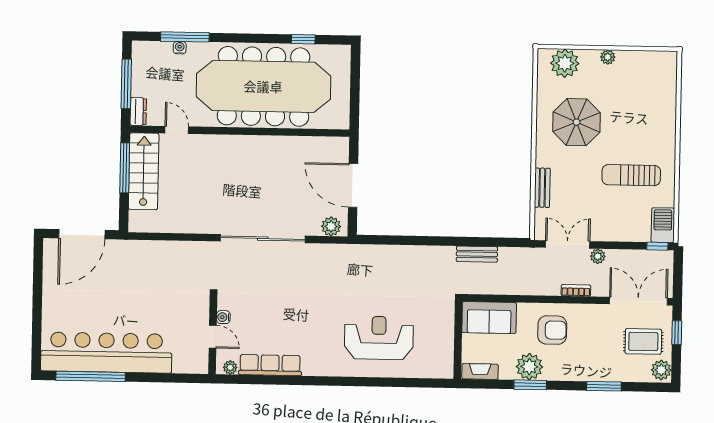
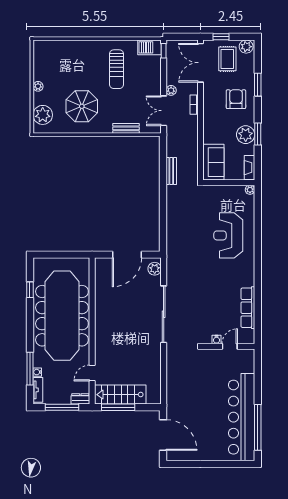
tv unit: (153, 48) -> (38, 390), added
armchair: (552, 330) -> (236, 99), moved
plant: (230, 367) -> (250, 190), moved

